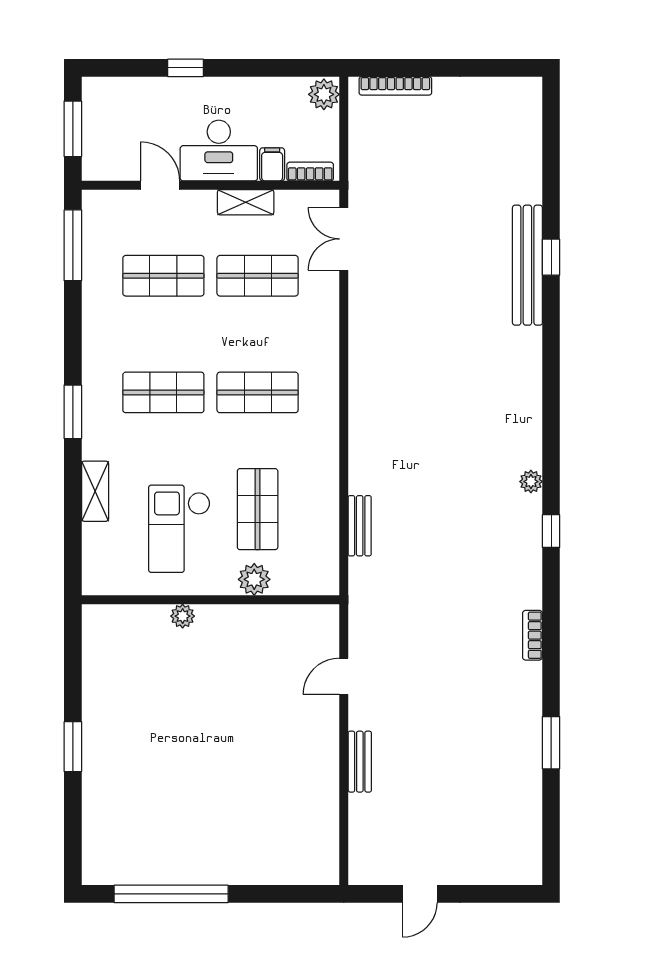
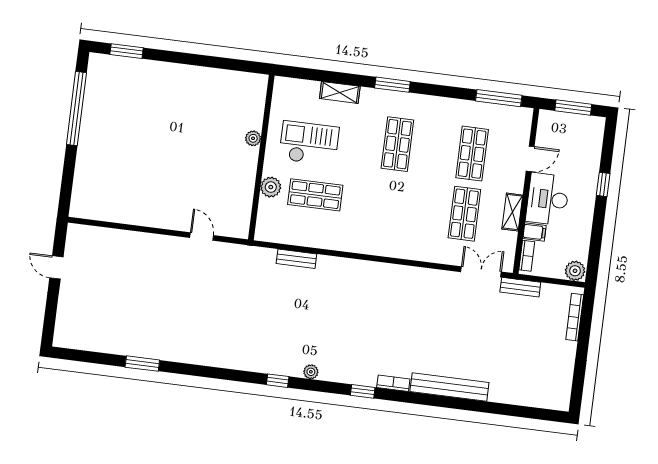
window: (551, 257) -> (363, 391), moved
shop shelf: (258, 392) -> (390, 204), removed
bookcase: (532, 635) -> (393, 383), moved
window: (73, 747) -> (127, 51), moved
bench: (360, 762) -> (520, 287), moved

